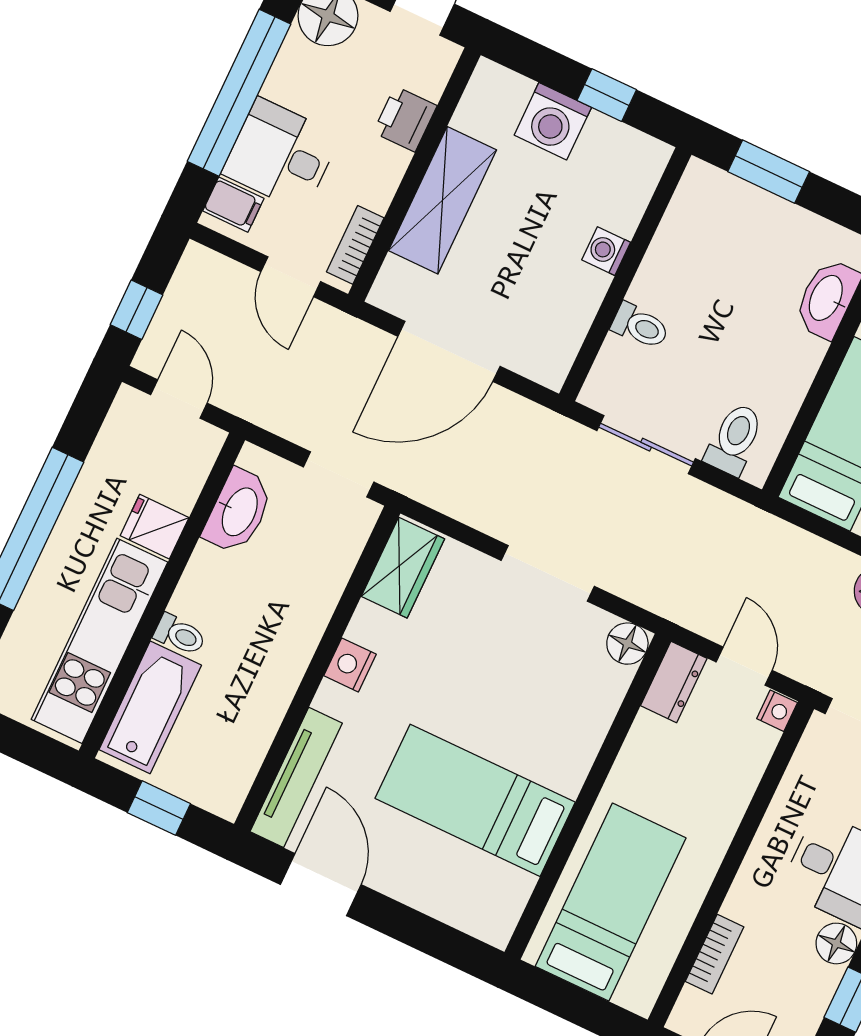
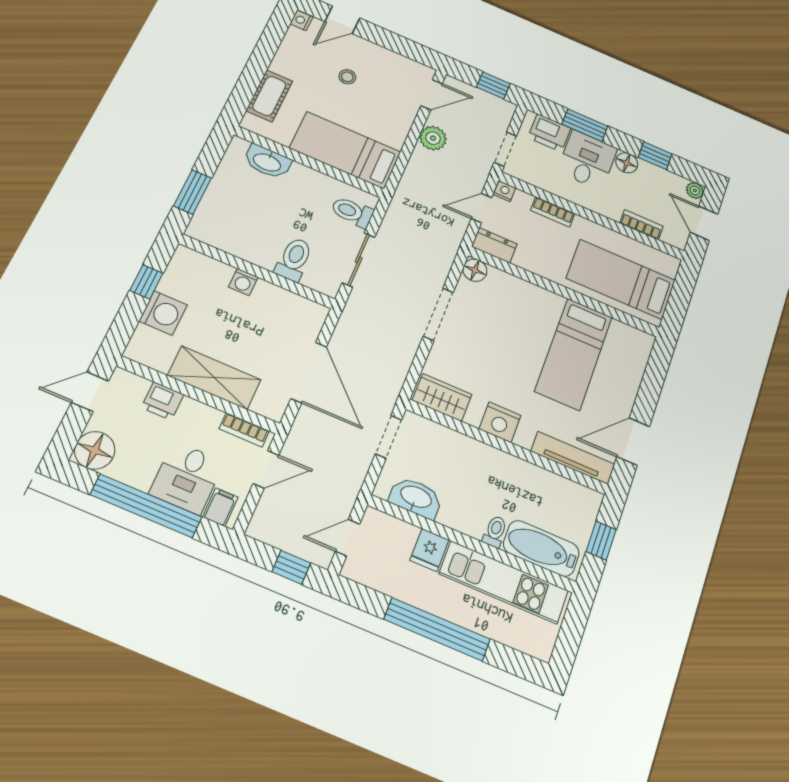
toilet: (640, 326) -> (294, 259), width x1.37, depth x1.39
nightstand: (350, 665) -> (500, 422), width x1.36, depth x1.33
bookcase: (738, 794) -> (553, 212), added

